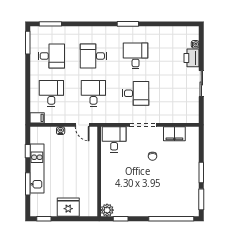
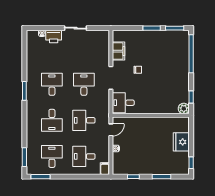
desk: (136, 56) -> (52, 84), turned 90
kitchen unit: (37, 169) -> (148, 169), removed

